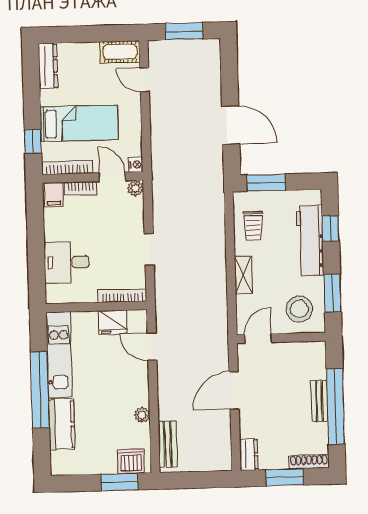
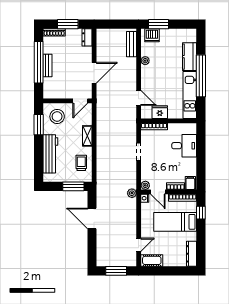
door: (144, 80) -> (139, 245), hinge flipped
plant: (160, 173) -> (132, 193), added
window: (331, 228) -> (39, 160), removed

